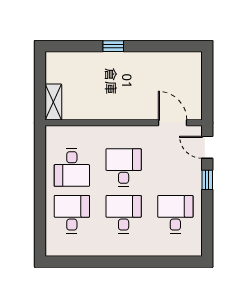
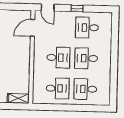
door: (207, 147) -> (48, 8), hinge flipped
desk: (124, 168) -> (58, 58), turned 180
window: (207, 180) -> (77, 8), moved

